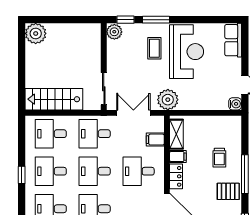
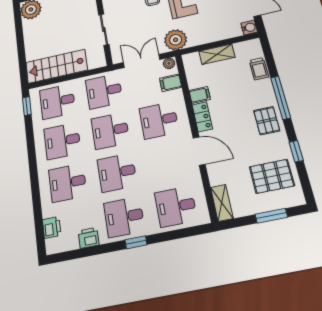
sliding door: (104, 89) -> (104, 29), moved
plant: (157, 121) -> (169, 63), added
shelving: (176, 134) -> (217, 54), moved, turned 90
trolley: (219, 158) -> (259, 69), moved
window: (22, 175) -> (27, 106), moved
pallet: (228, 191) -> (267, 121), turned 90

